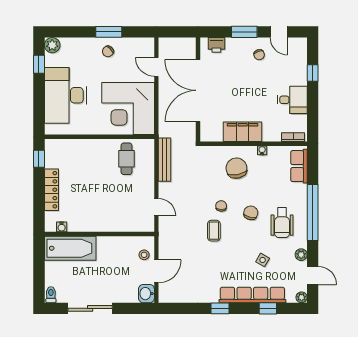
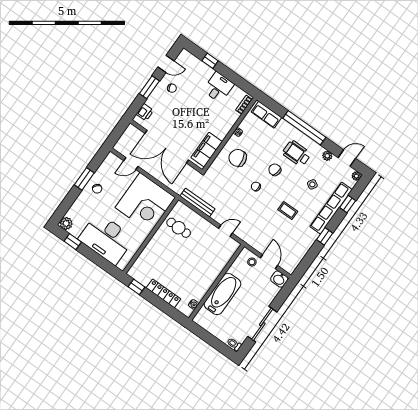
filing cabinet: (243, 132) -> (207, 150), moved
wheelchair: (282, 223) -> (297, 153), turned 180
coffee table: (214, 231) -> (288, 211), moved
bathtub: (70, 248) -> (222, 294), moved

